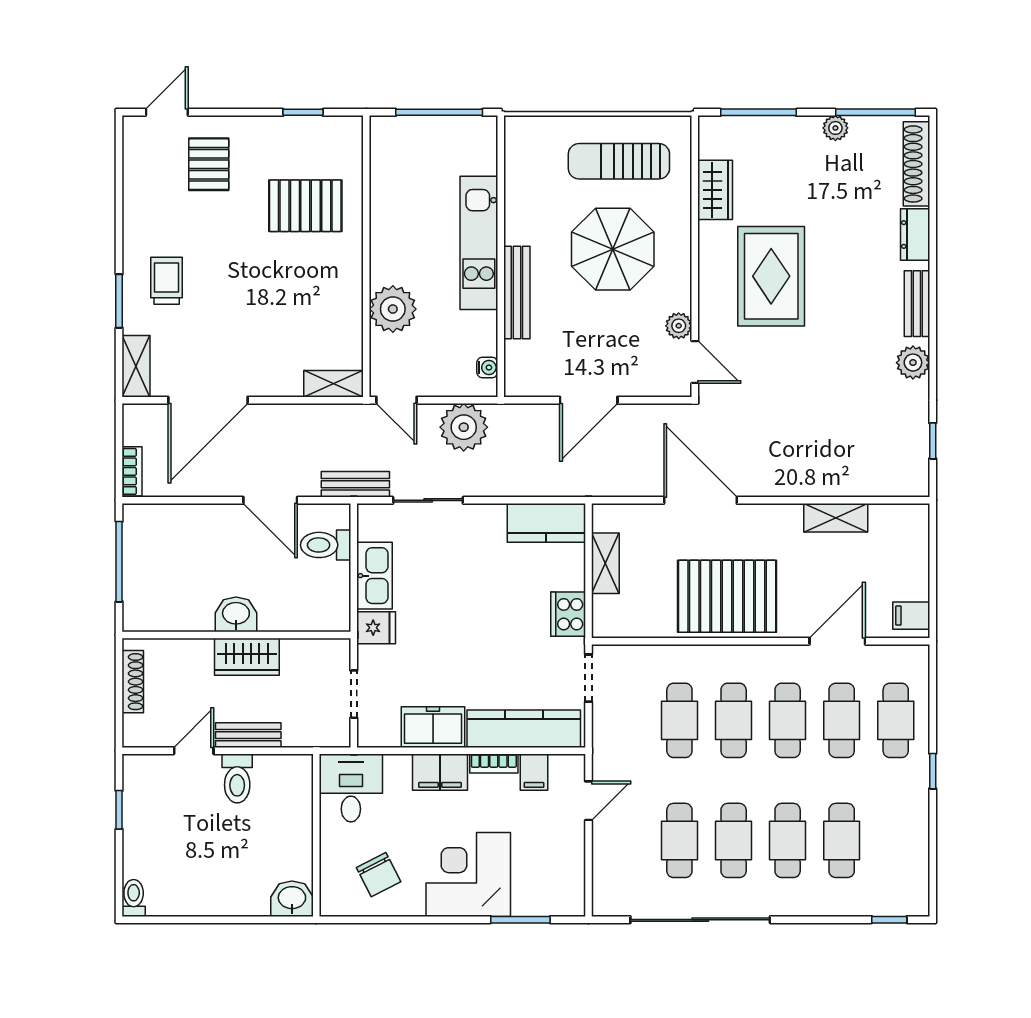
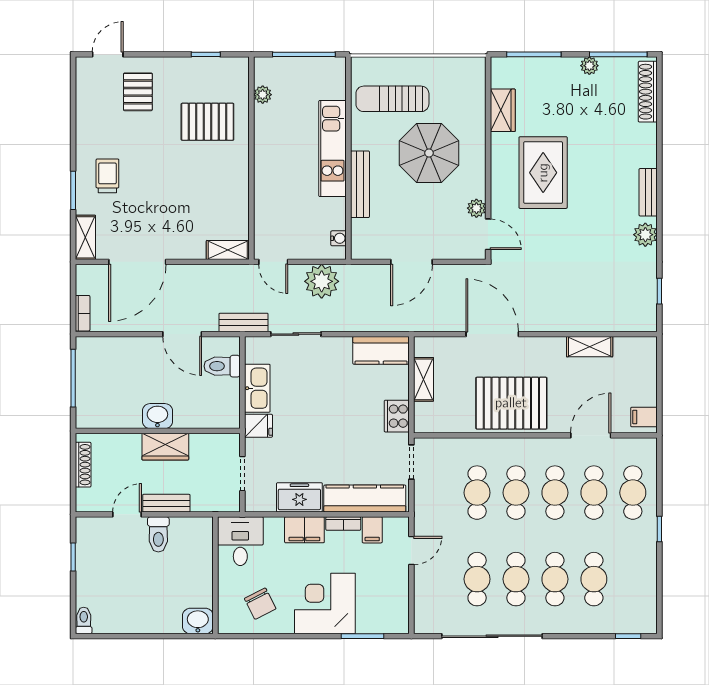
sun lounger: (619, 161) -> (392, 99), moved
dresser: (915, 235) -> (647, 142), removed
plant: (393, 309) -> (263, 95), moved, width x0.53, depth x0.53

